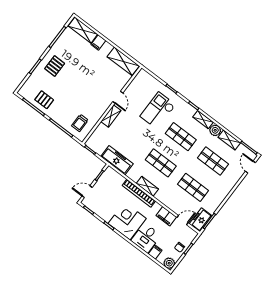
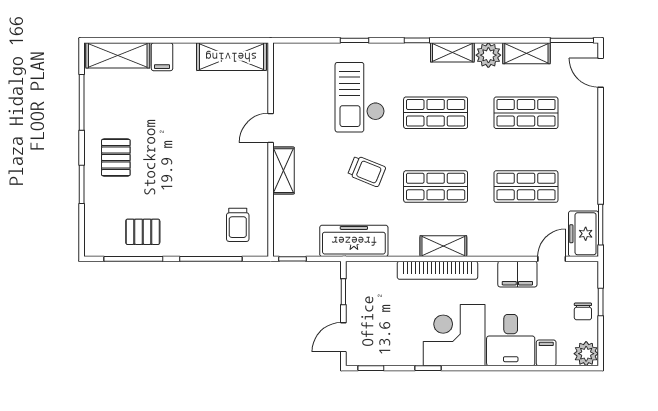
door: (118, 97) -> (271, 128), swing flipped
trolley: (140, 139) -> (367, 171), added

